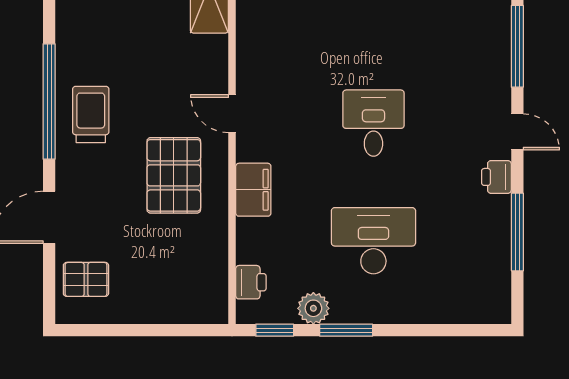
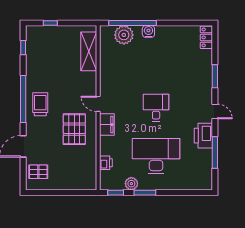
window: (517, 46) -> (215, 76), width x0.69
printer: (496, 177) -> (203, 136), width x1.87, depth x1.48
filing cabinet: (253, 190) -> (107, 125), moved
desk: (373, 241) -> (156, 156), width x1.36, depth x1.30
printer: (251, 282) -> (106, 163), moved

